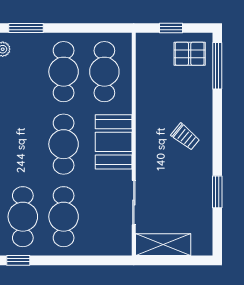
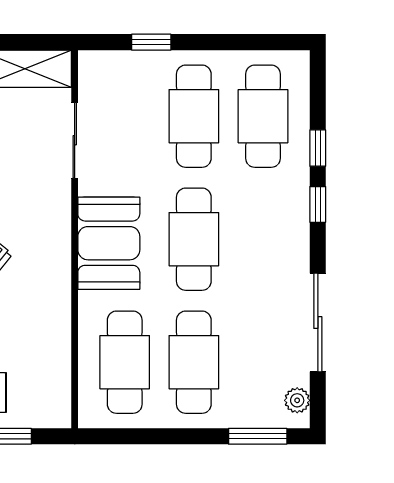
window: (18, 260) -> (151, 42), moved

